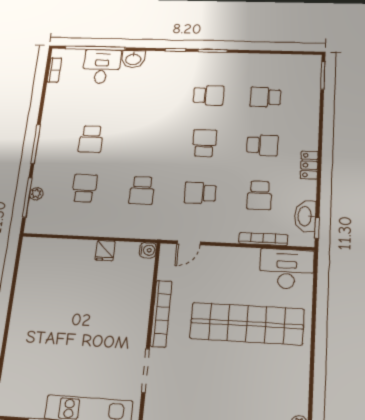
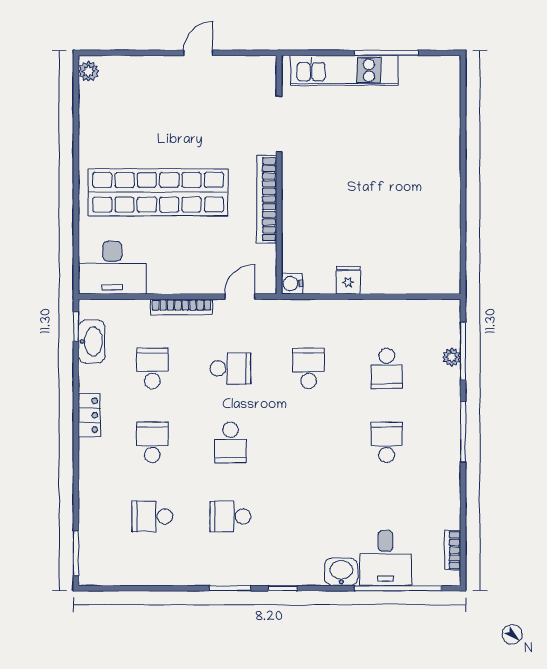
school desk: (265, 97) -> (152, 516), turned 180
school desk: (262, 145) -> (152, 442), turned 90
bookcase: (263, 239) -> (182, 307), moved

